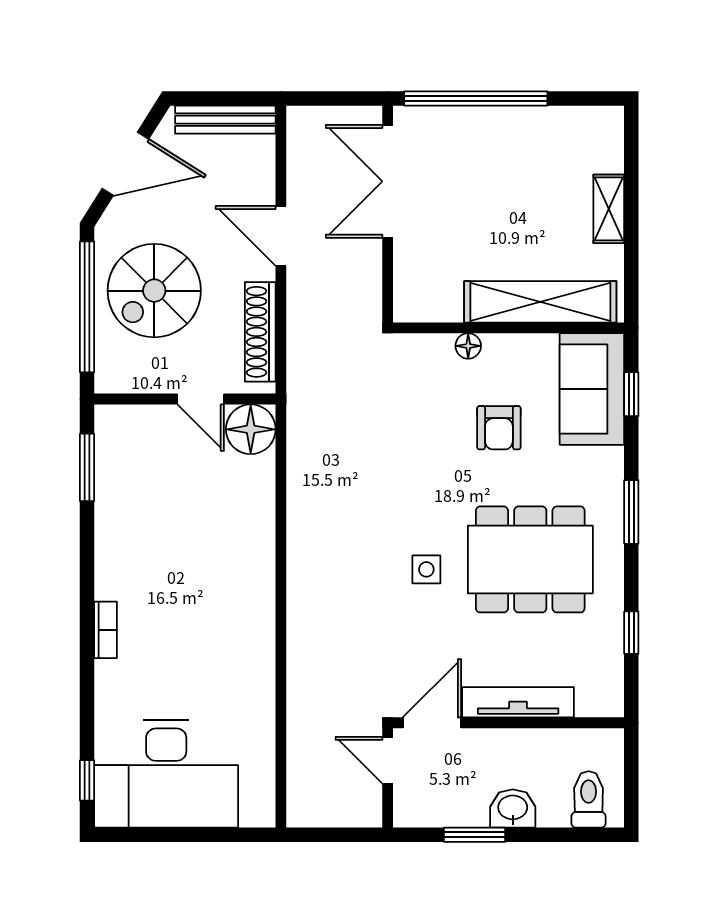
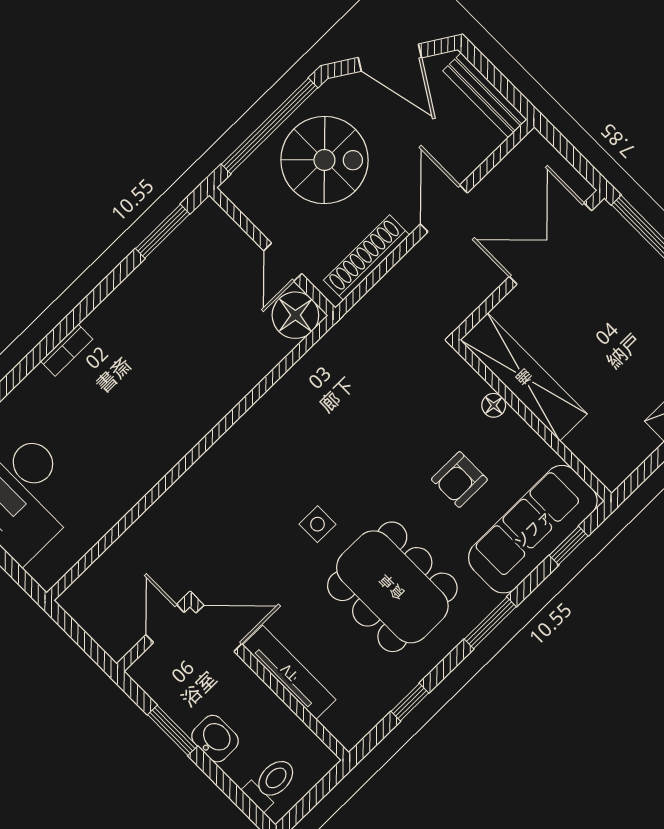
spiral stairs: (154, 291) -> (324, 160), turned 180
shelving: (540, 302) -> (524, 377), moved
sofa: (592, 389) -> (533, 529), width x1.36

